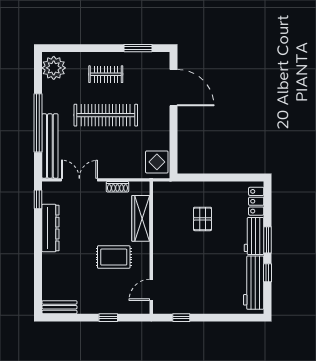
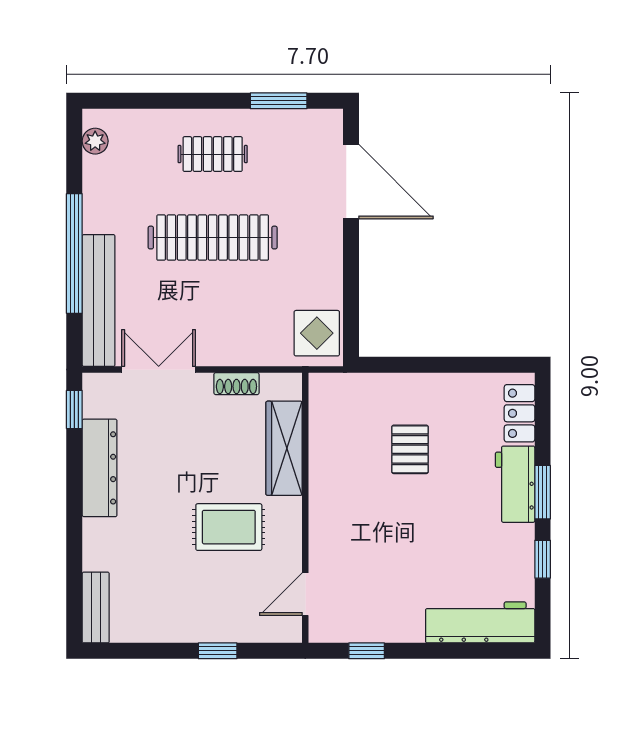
plant: (54, 68) -> (95, 141), width x0.53, depth x0.53
workbench: (254, 283) -> (480, 622), moved, turned 90
bench: (59, 307) -> (96, 608), moved, turned 90

